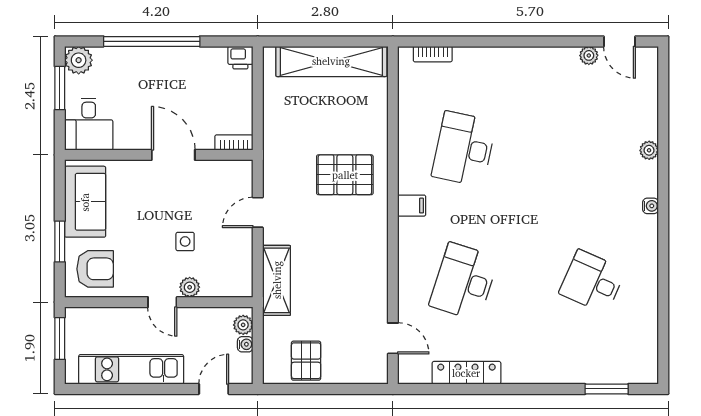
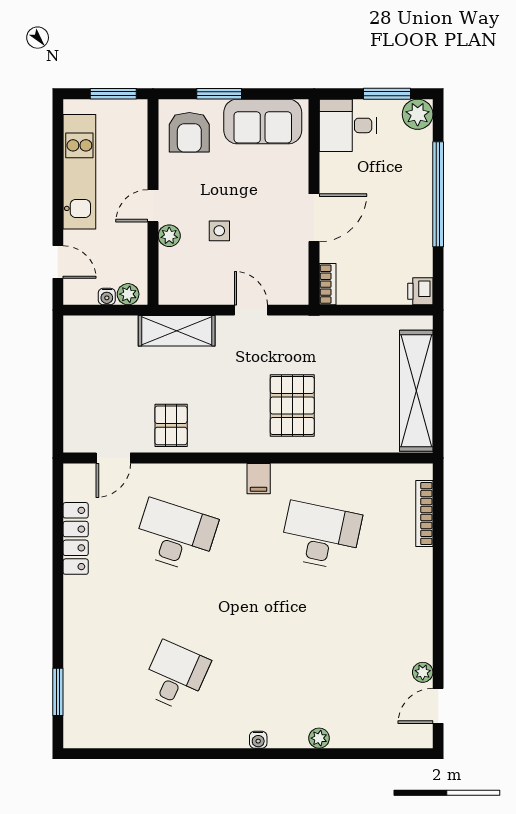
bookcase: (433, 54) -> (424, 513), width x1.56
pallet: (306, 361) -> (171, 425), moved, turned 90

